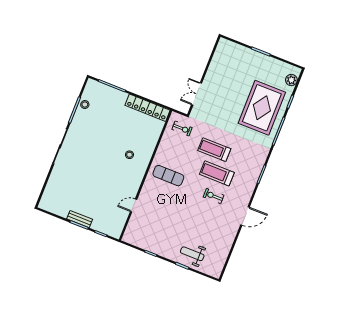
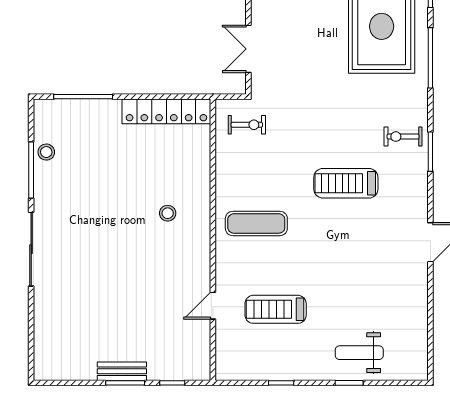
treadmill: (214, 150) -> (276, 309), moved
exercise bike: (214, 196) -> (403, 137), moved

